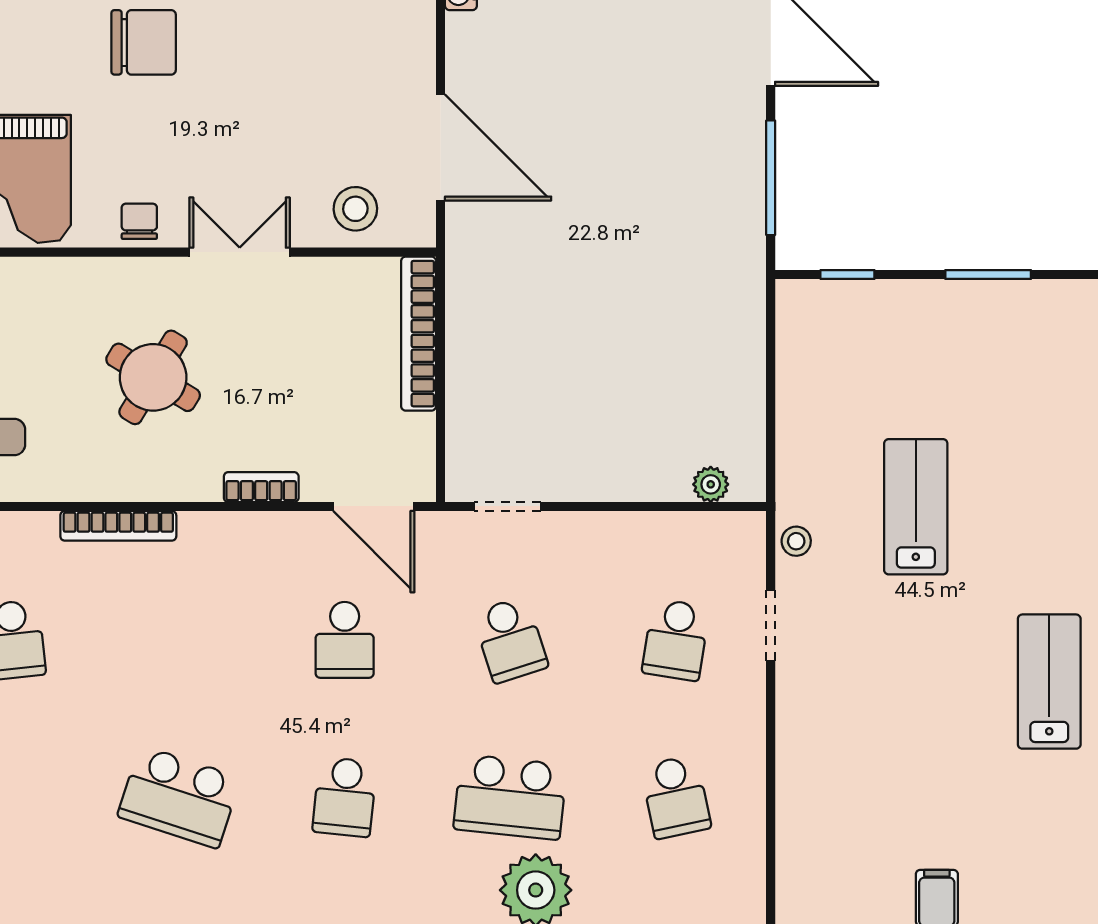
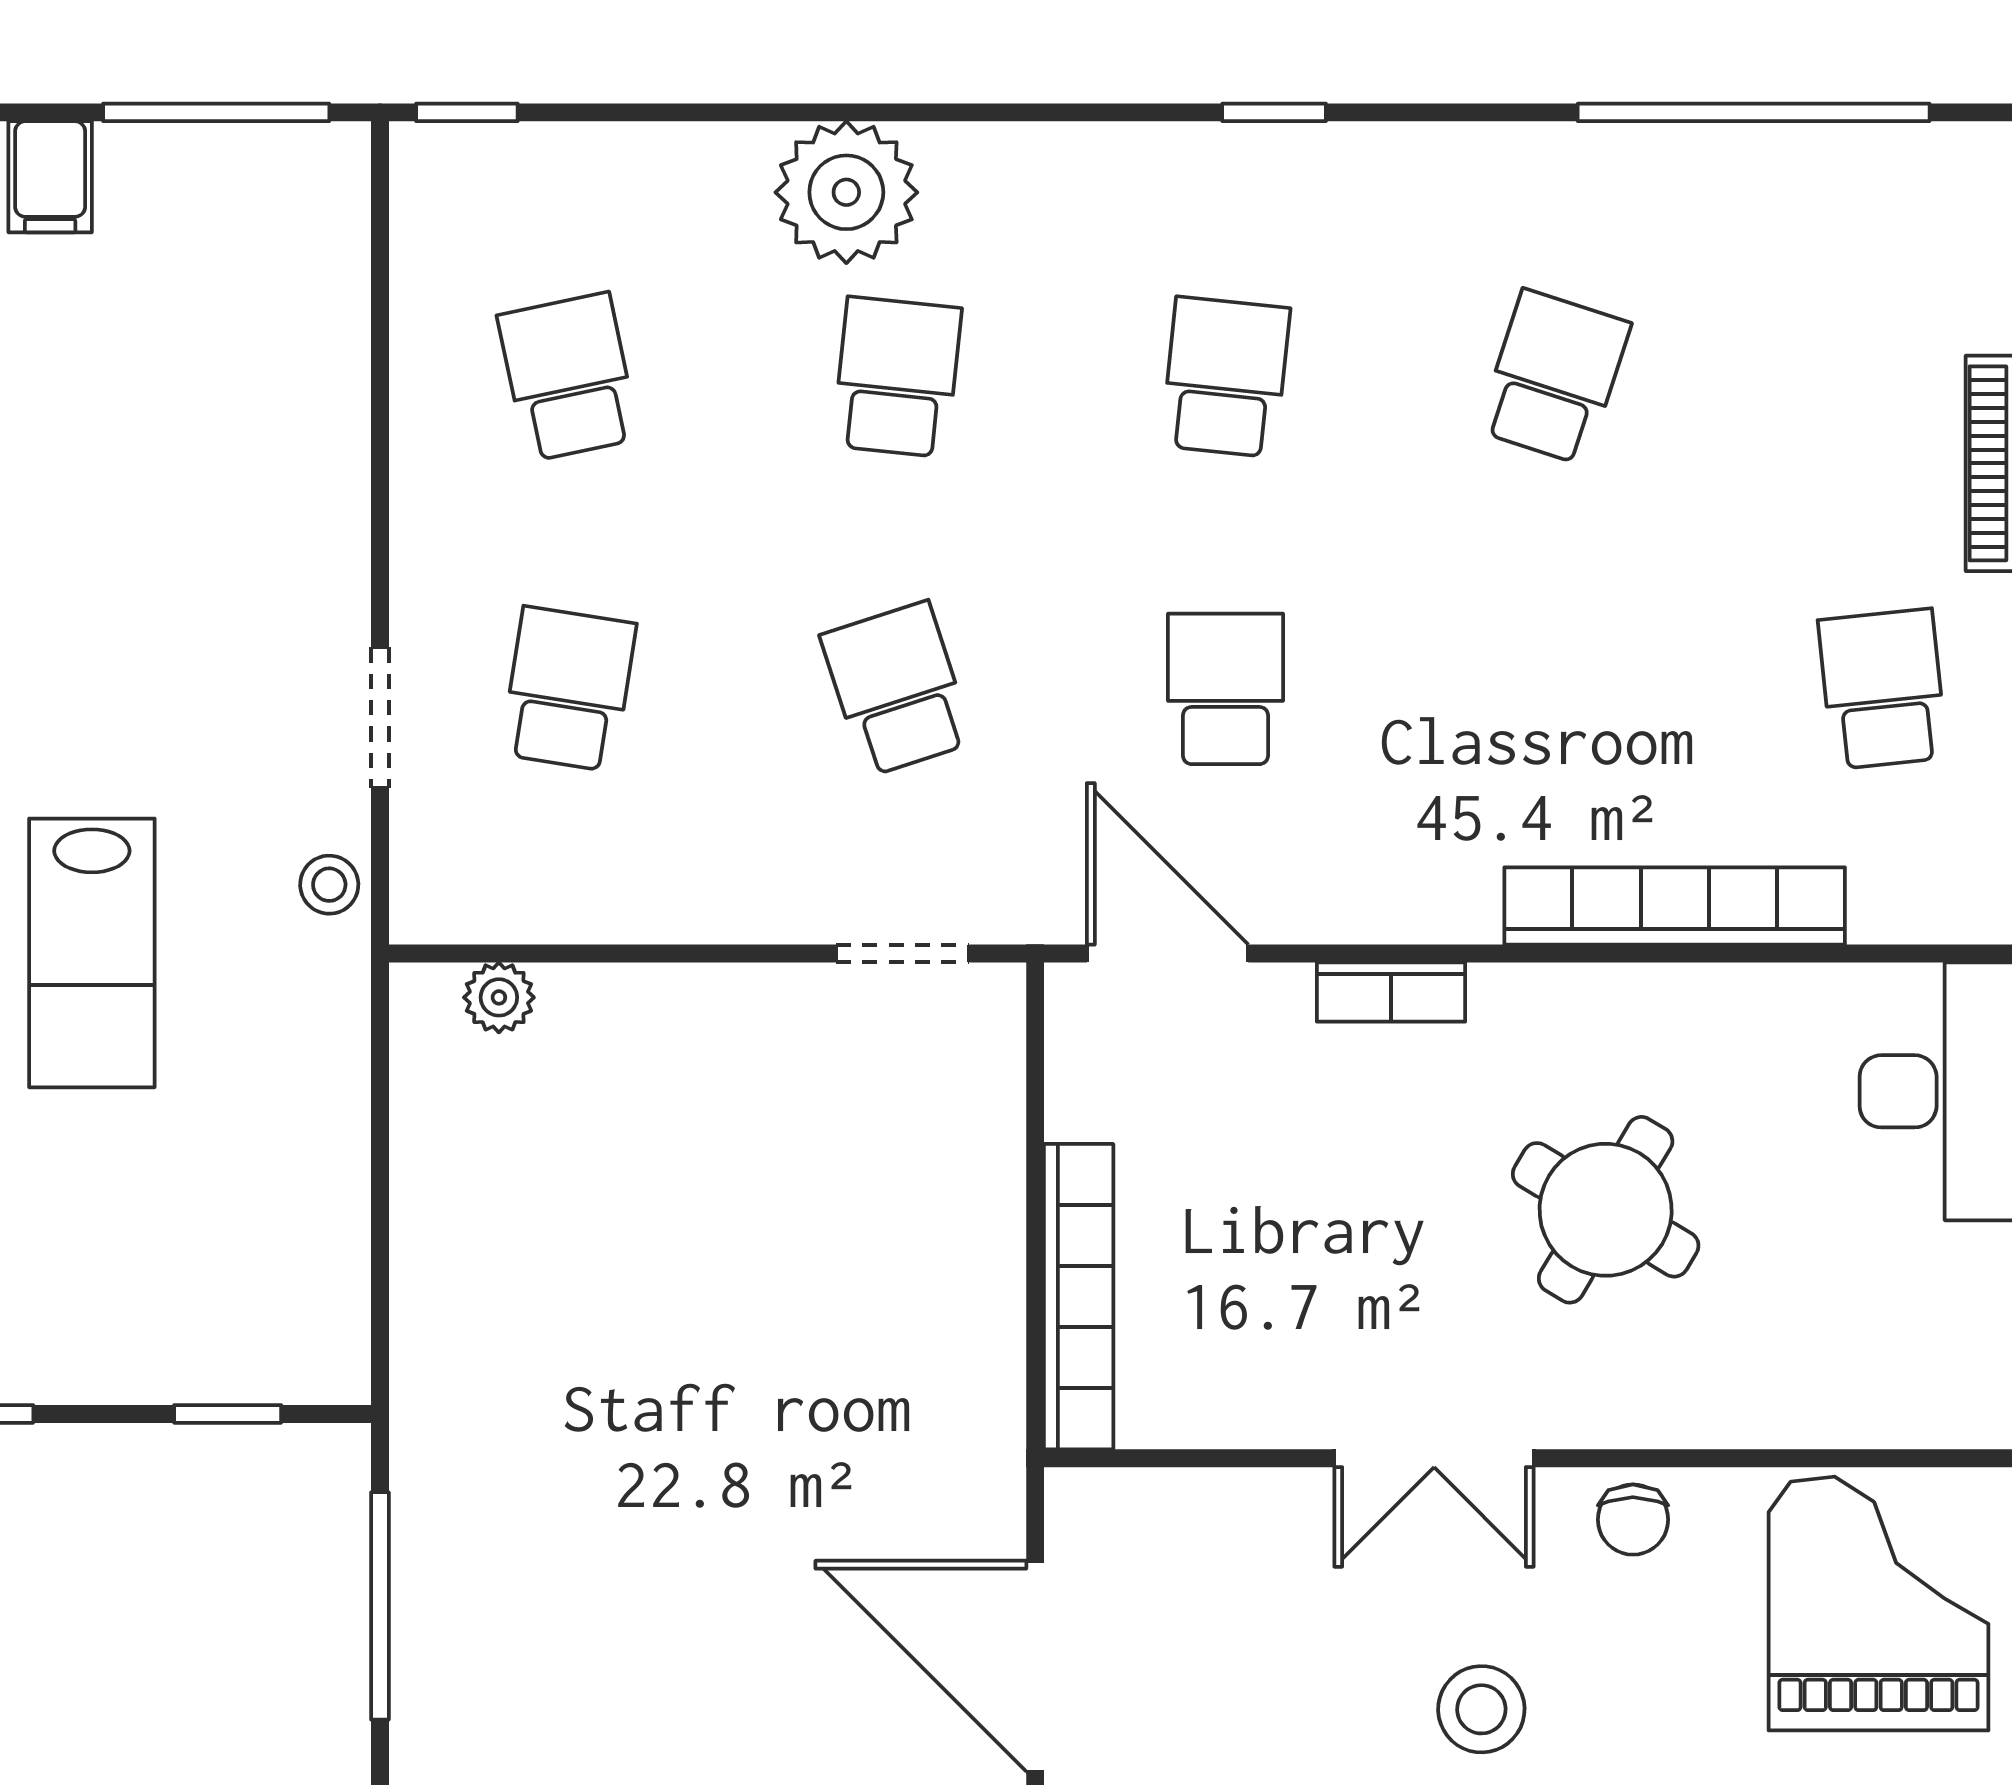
stool: (355, 209) -> (1481, 1709), moved
bookcase: (118, 526) -> (1675, 906), width x1.48, depth x1.31
school desk: (179, 797) -> (1554, 377), width x0.54
school desk: (510, 797) -> (897, 377), width x0.54

